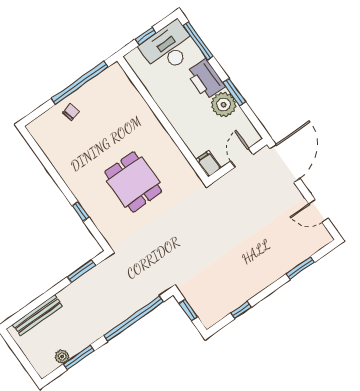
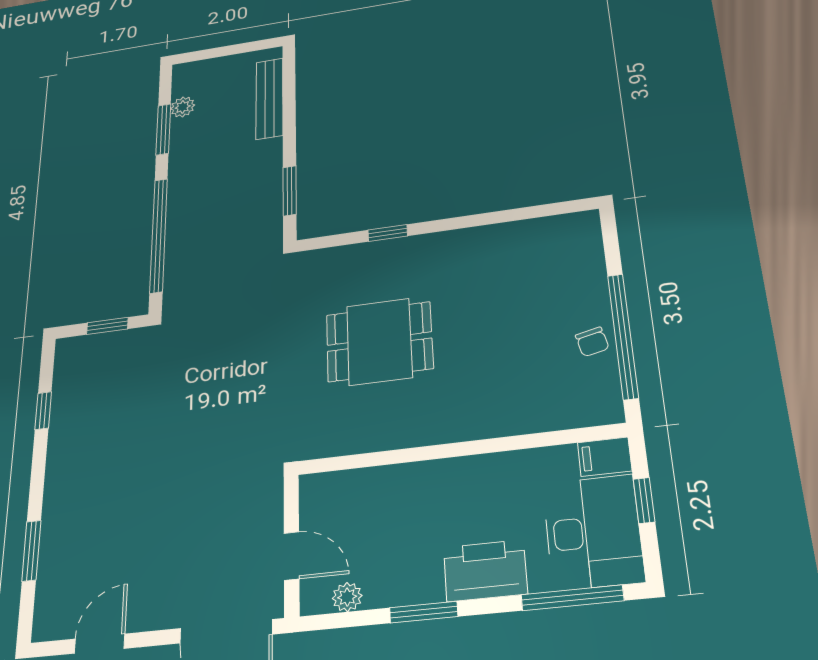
plant: (224, 105) -> (347, 597), moved, width x0.53, depth x0.53
chair: (71, 112) -> (592, 342), moved
filing cabinet: (209, 164) -> (605, 457), moved, turned 180

